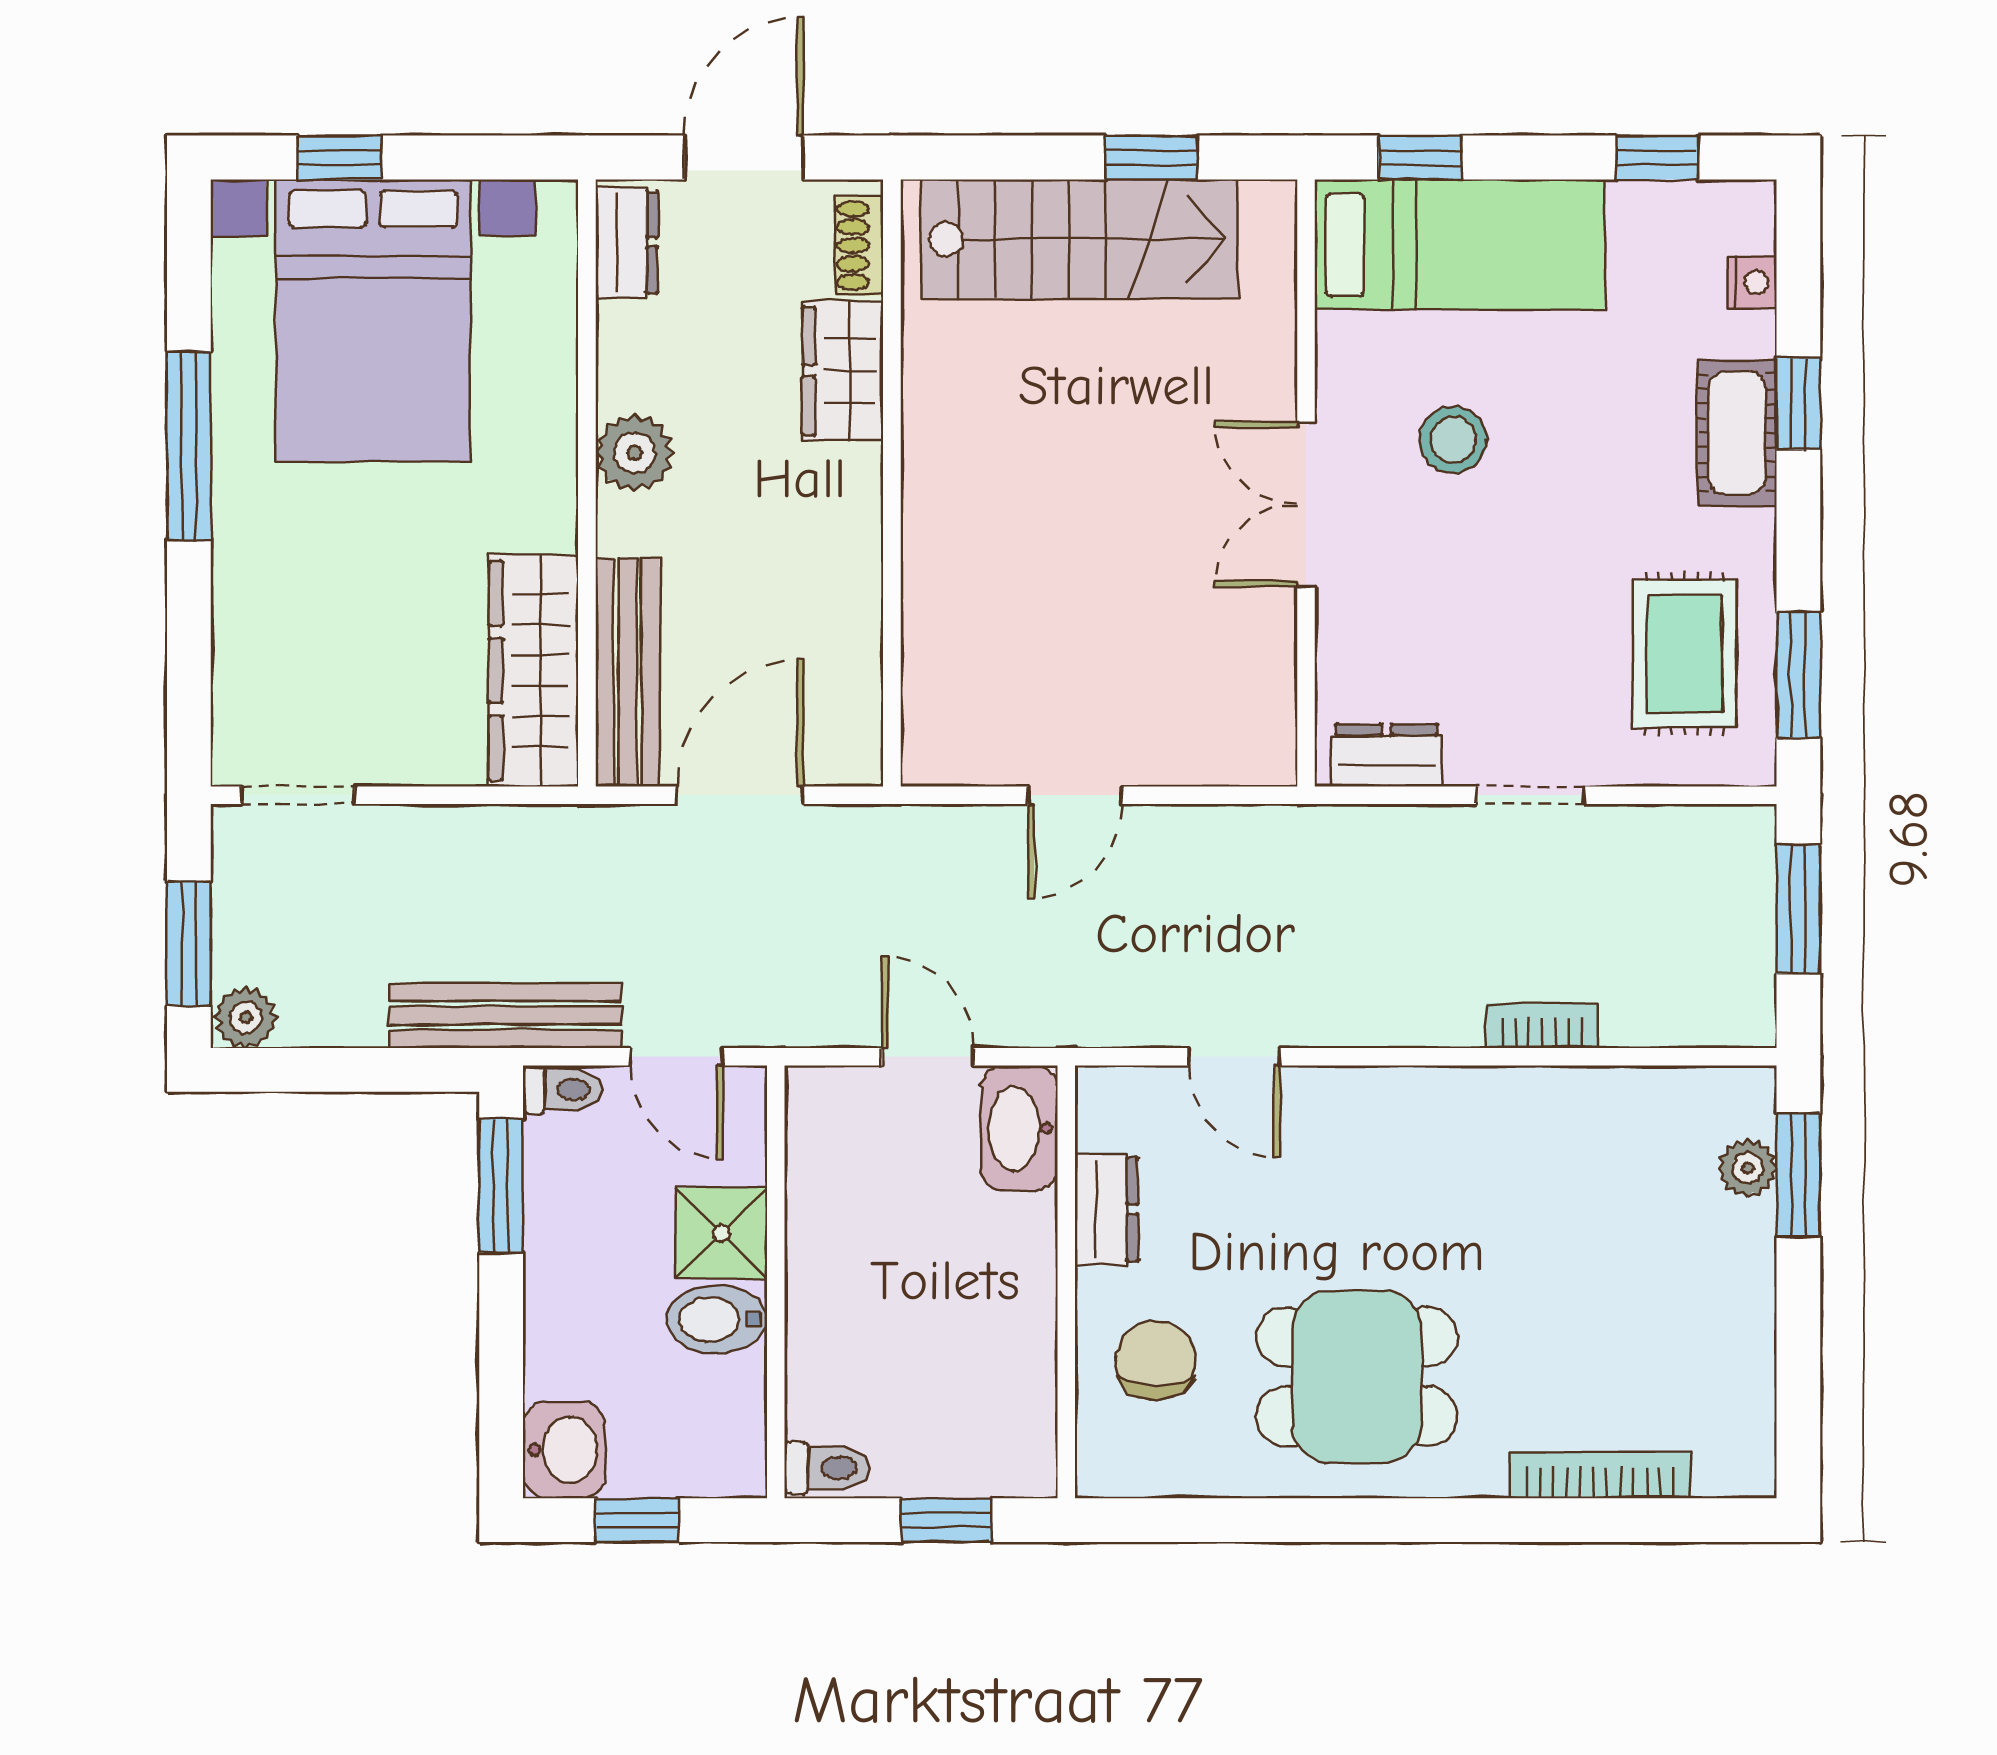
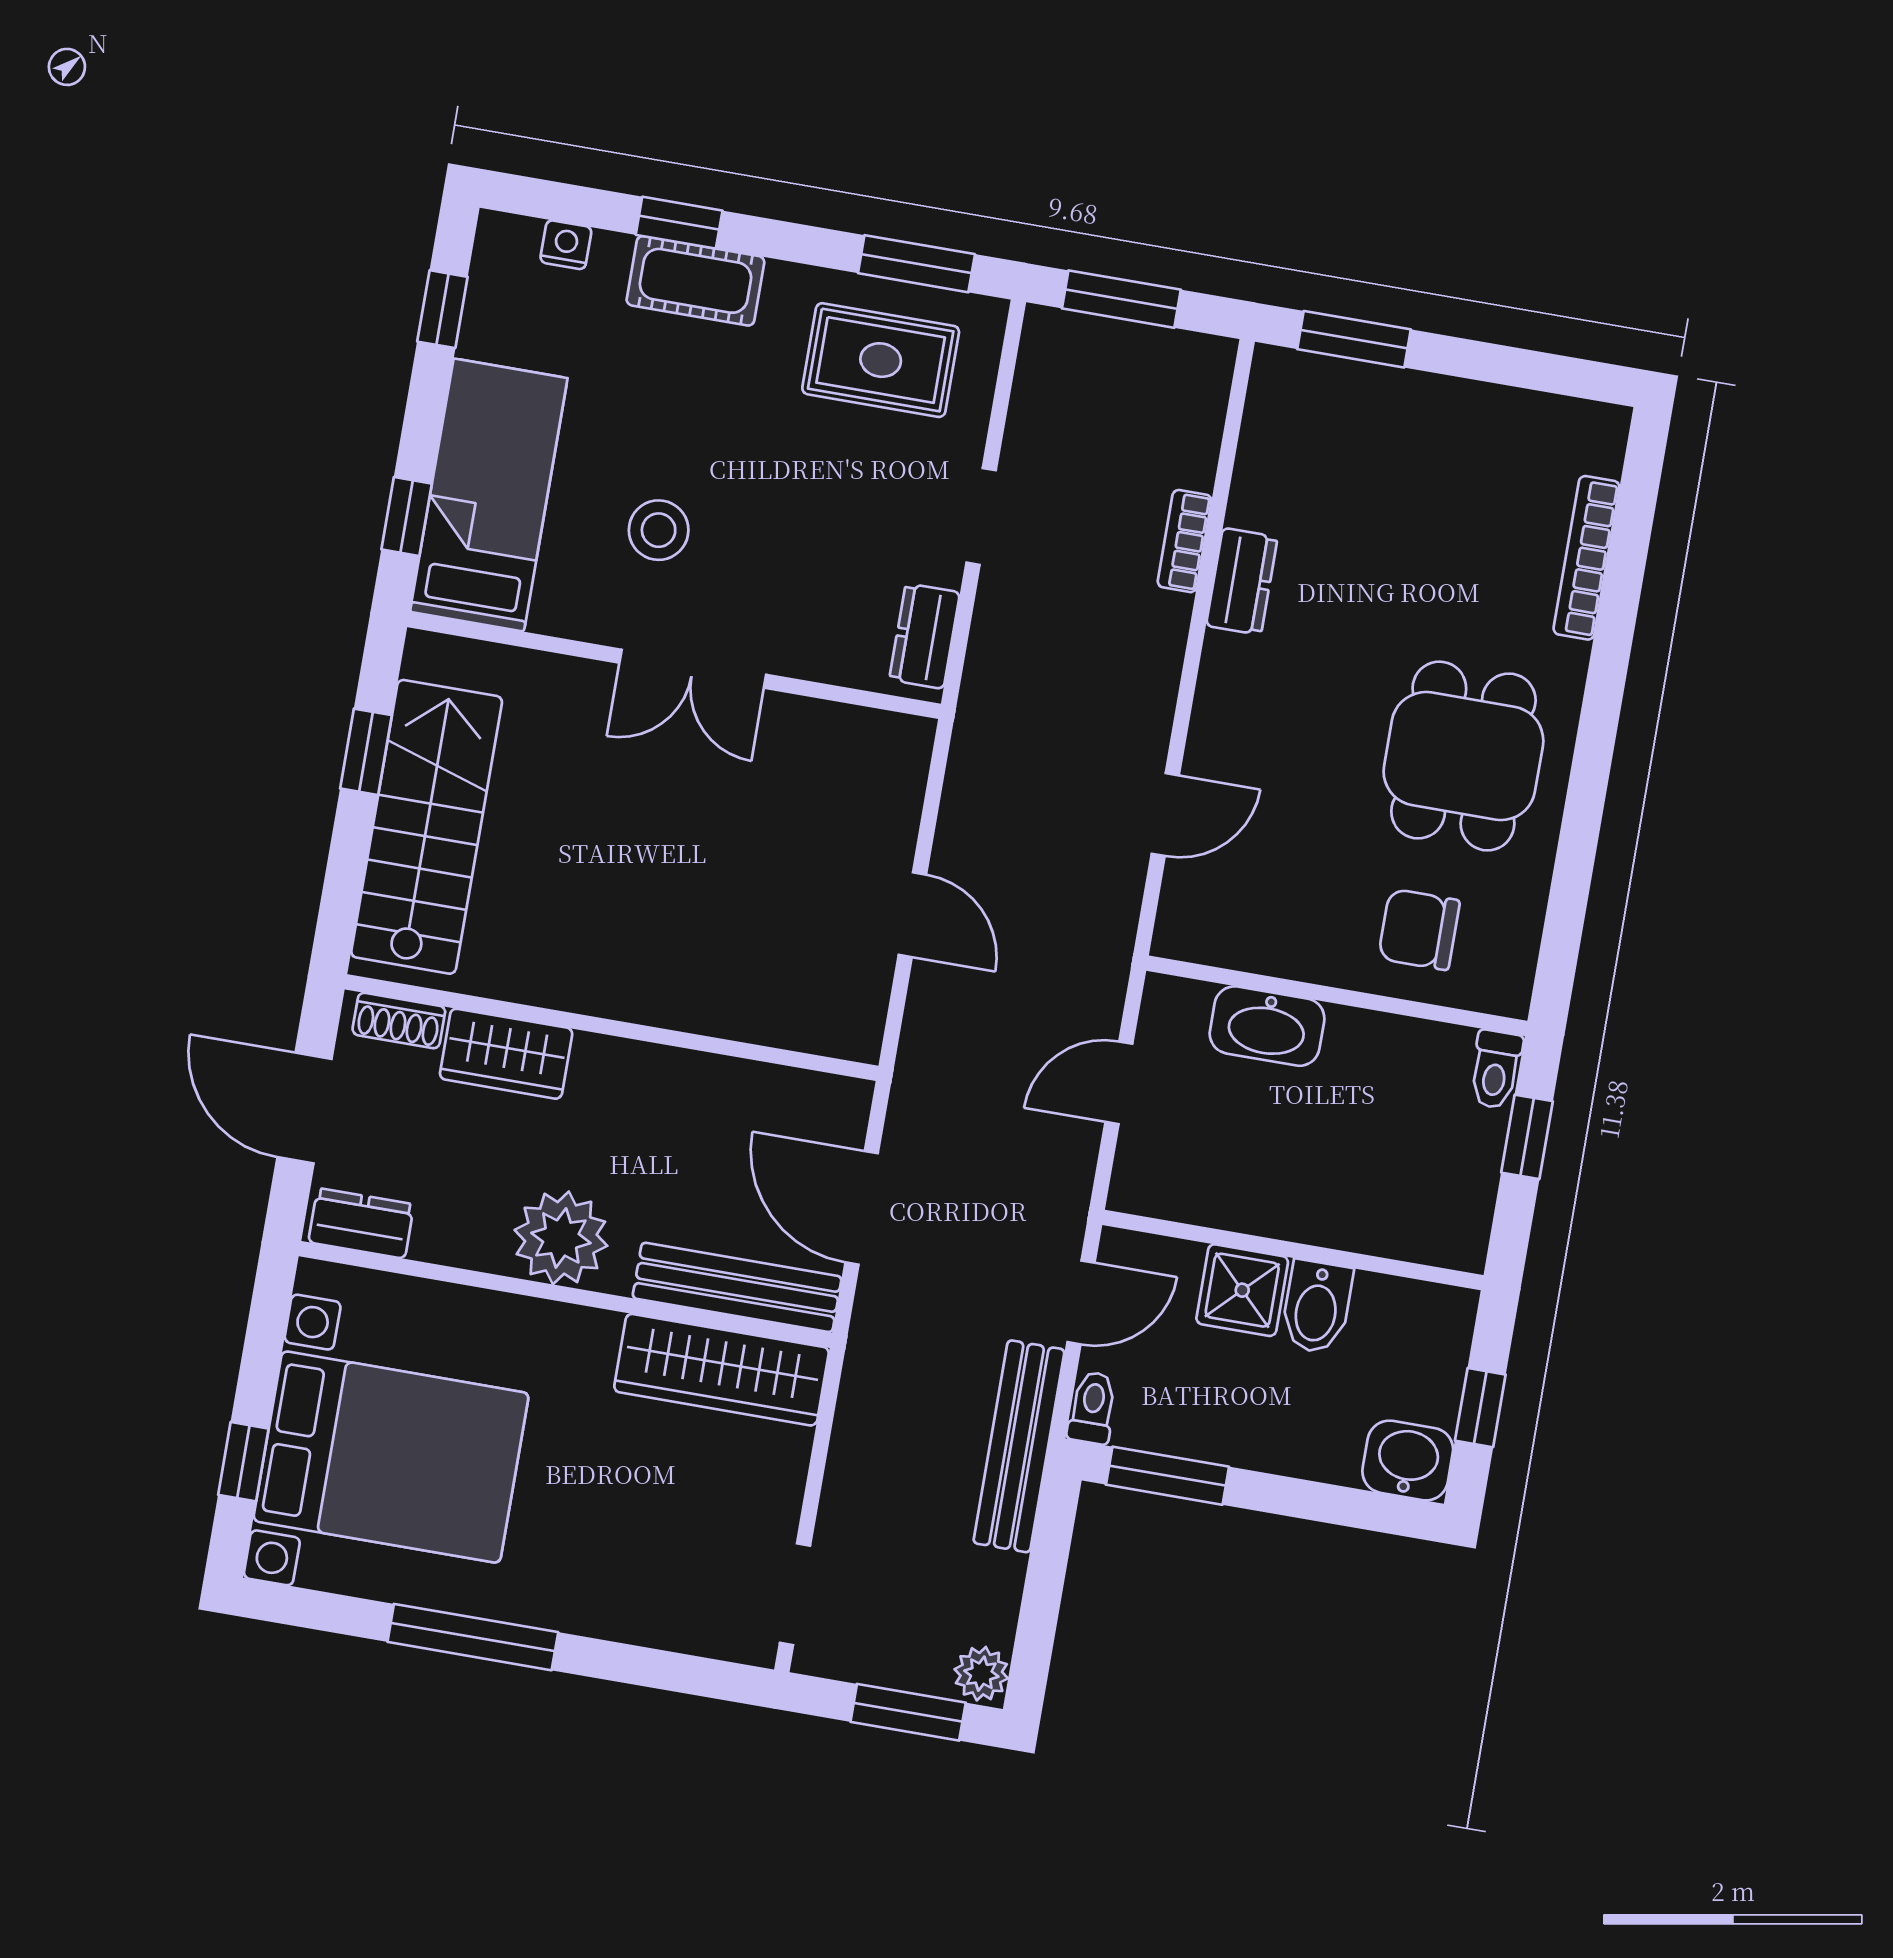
plant: (635, 453) -> (561, 1238), width x1.36, depth x1.36
washbasin: (1019, 1128) -> (1267, 1026), moved
plant: (1748, 1168) -> (1340, 383), removed
dresser: (1107, 1209) -> (1242, 581), moved, turned 90
toilet: (827, 1468) -> (1496, 1069), moved, turned 180

